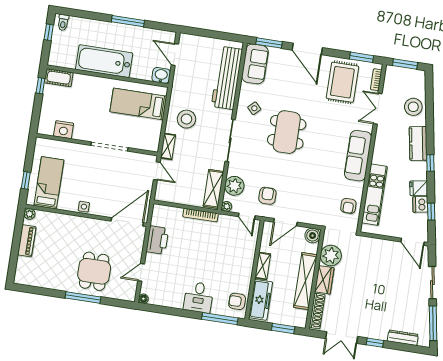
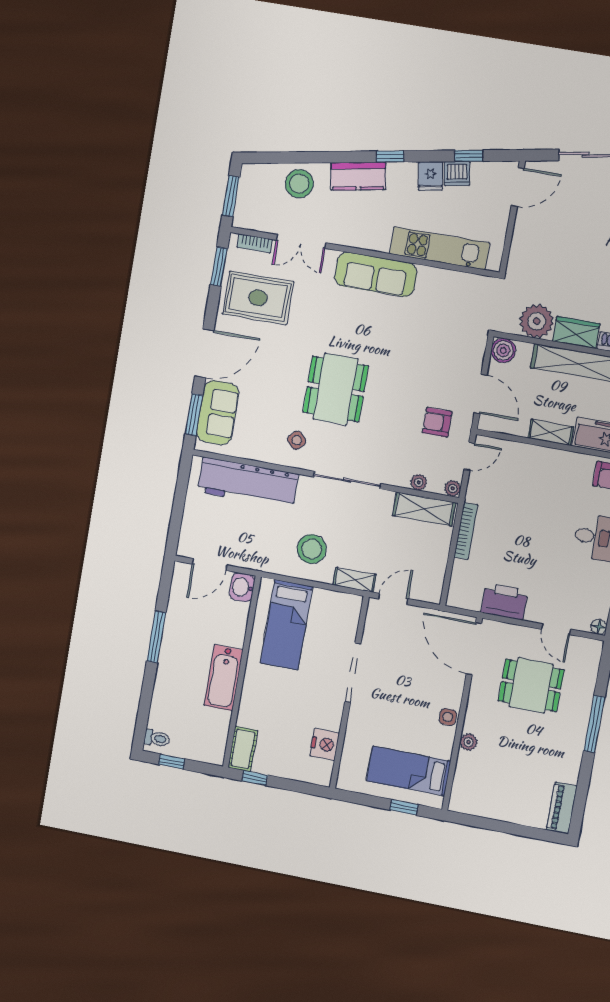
bathtub: (104, 61) -> (223, 678), width x0.73, depth x0.73
sofa: (255, 64) -> (218, 413), moved, turned 90
dining table: (287, 132) -> (336, 389), turned 90
plant: (234, 186) -> (419, 482), width x0.53, depth x0.53
armchair: (348, 206) -> (457, 291), removed
plant: (29, 214) -> (469, 742), moved
piano: (27, 241) -> (562, 808), moved, turned -90
dining table: (94, 271) -> (531, 685), moved

